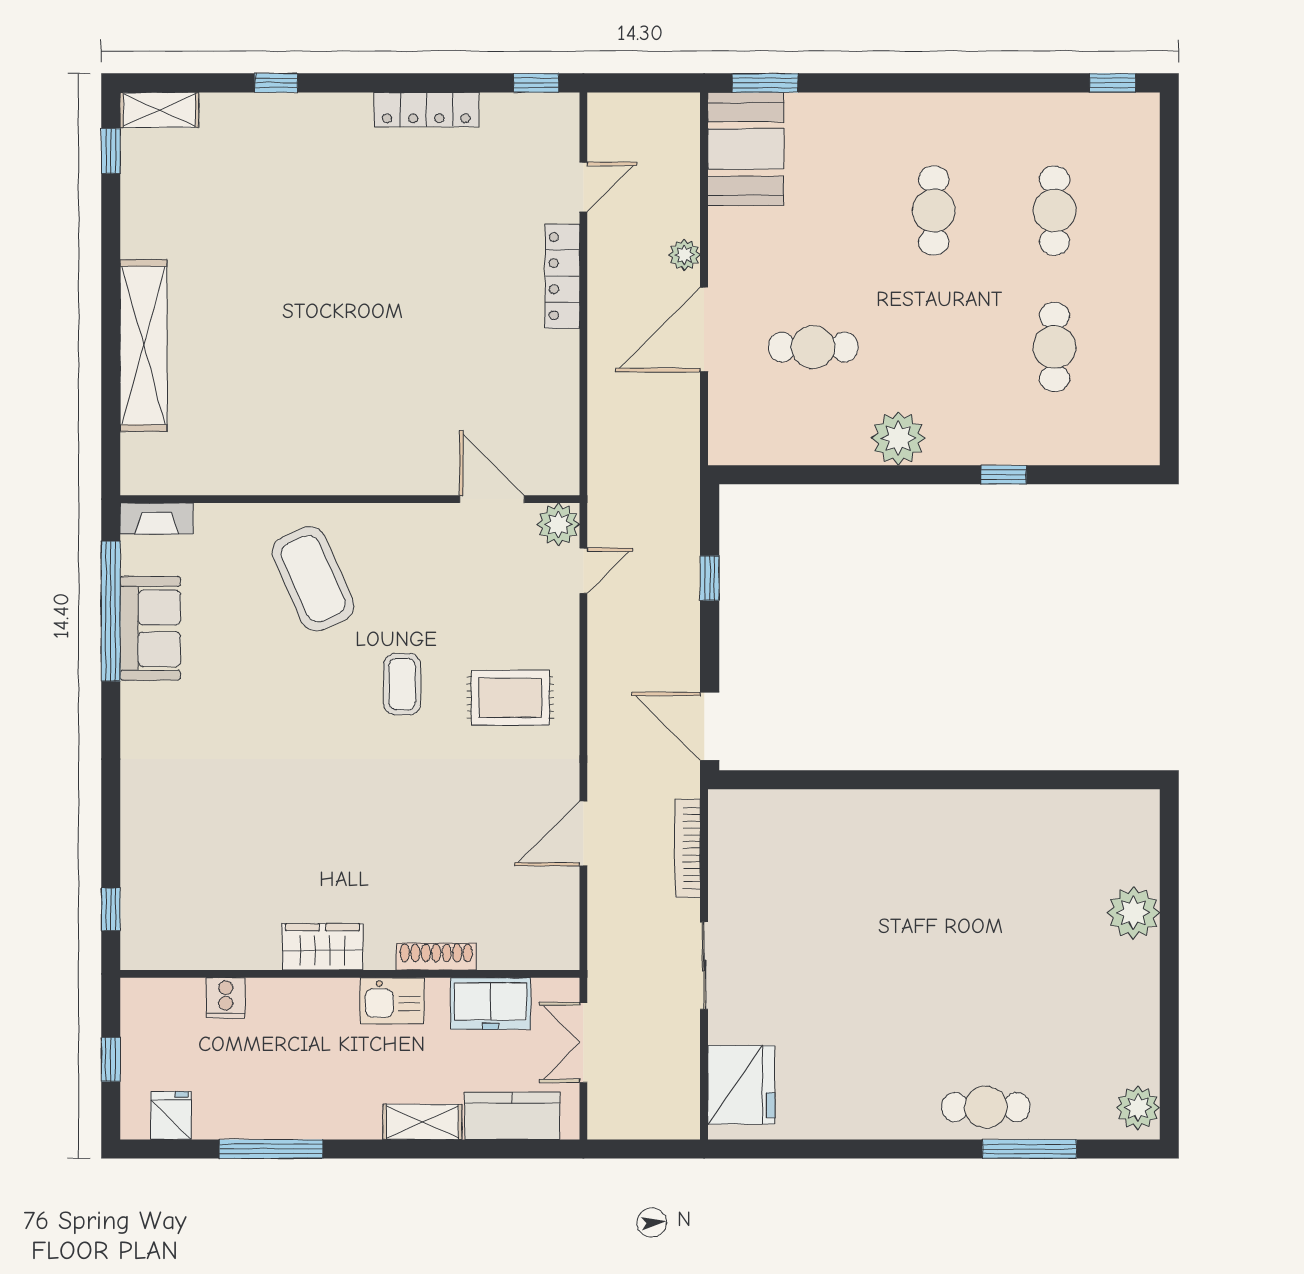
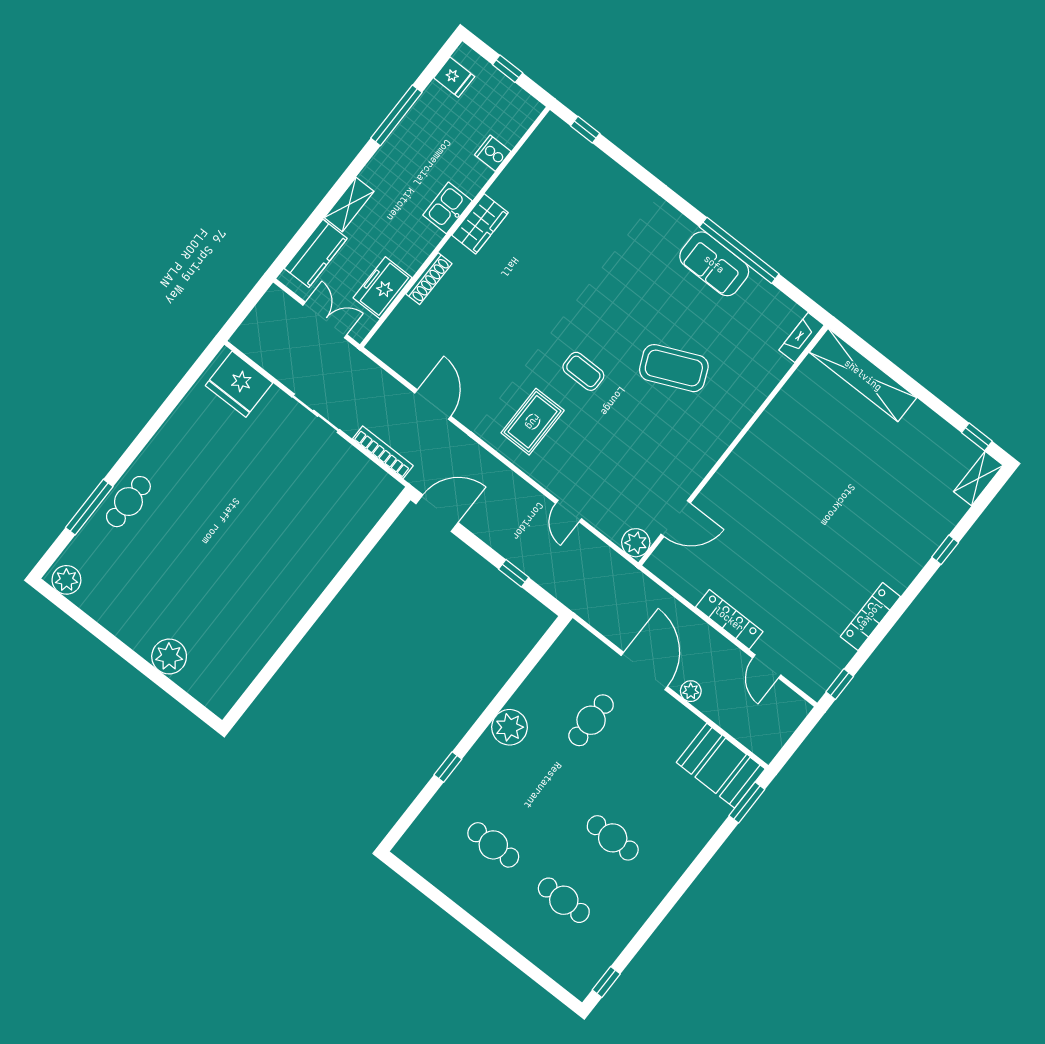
wall: (350, 499) -> (733, 445), moved
door: (492, 499) -> (676, 519), moved
fireplace: (157, 519) -> (801, 338), moved
plant: (558, 524) -> (636, 543), moved
kitchen sink: (392, 1001) -> (447, 208), moved

